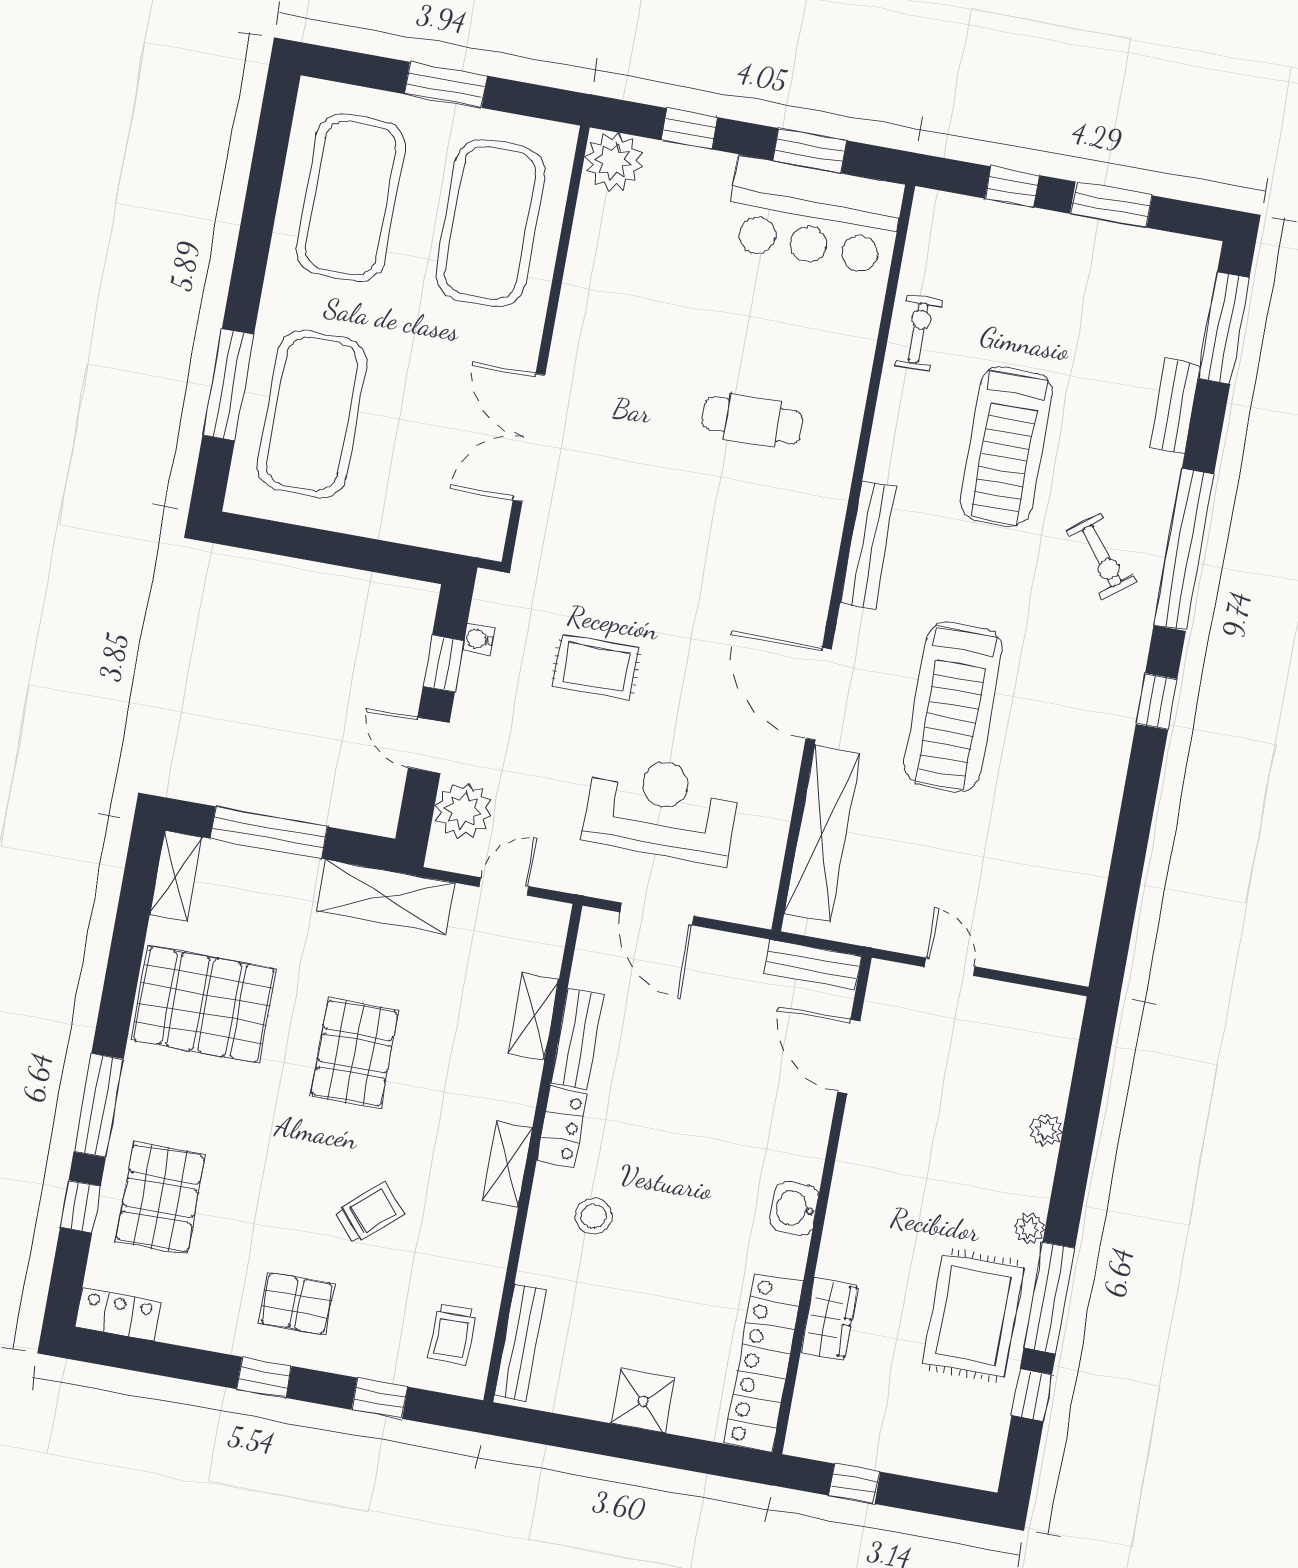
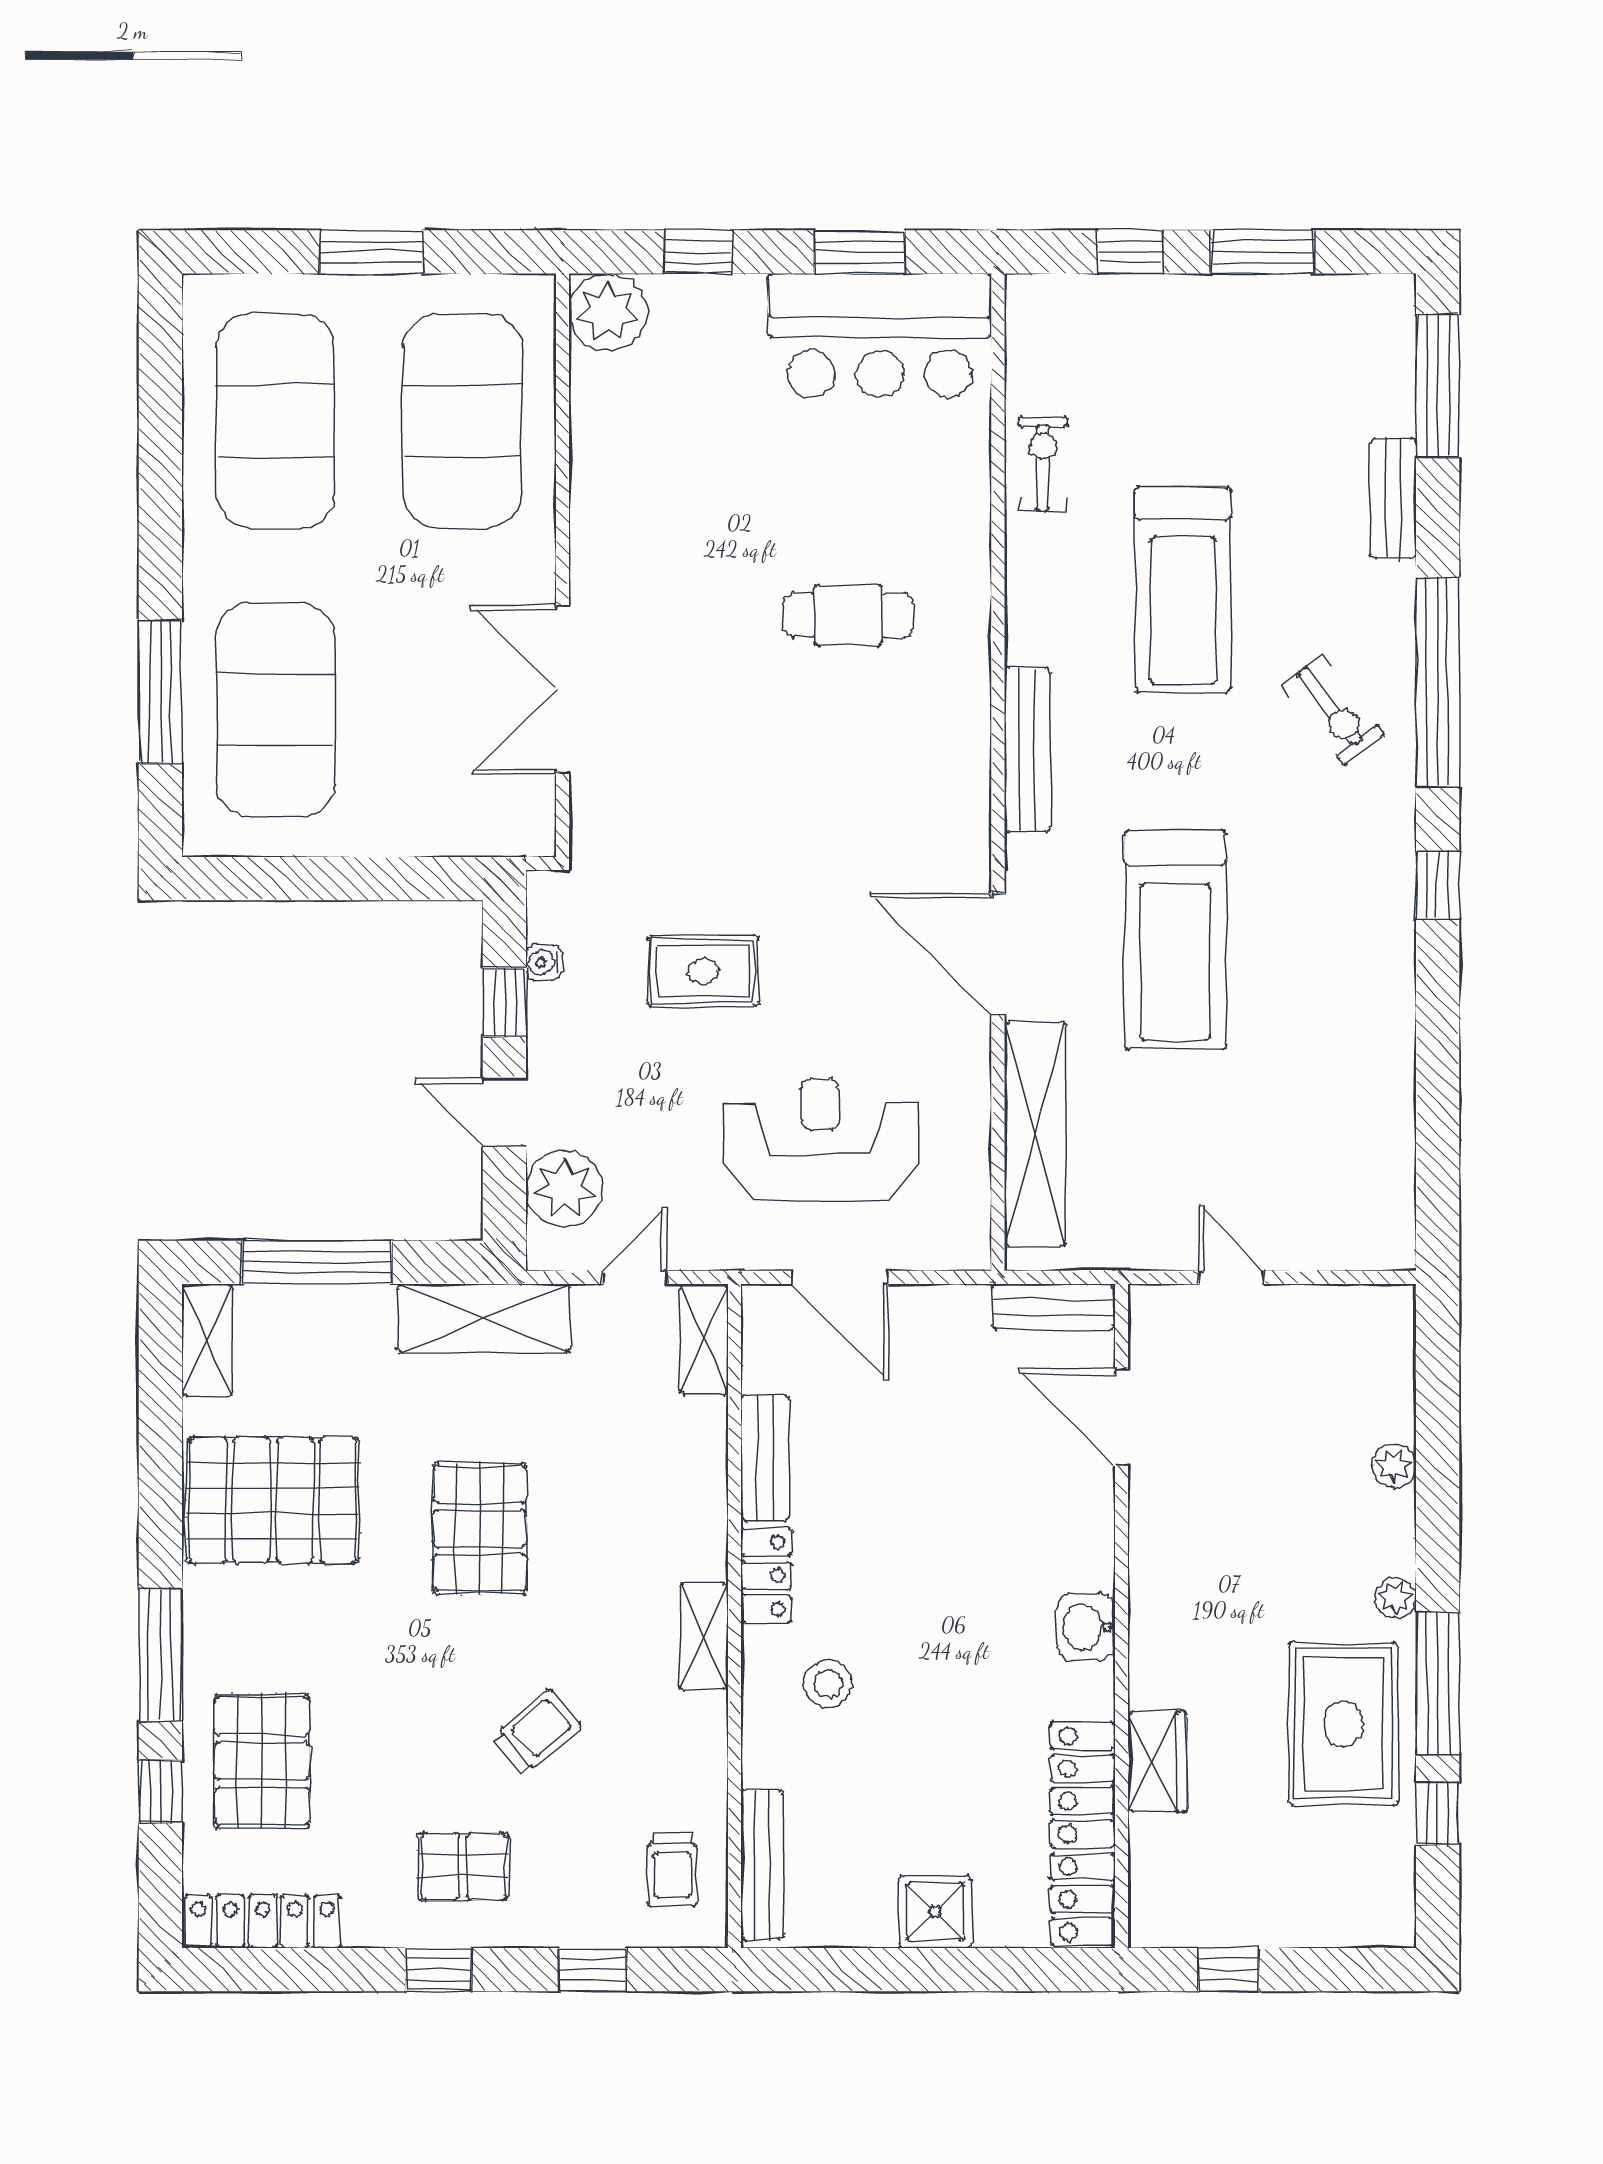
shelving: (534, 1017) -> (703, 1340), moved
locker: (118, 1314) -> (263, 1921), width x1.53

